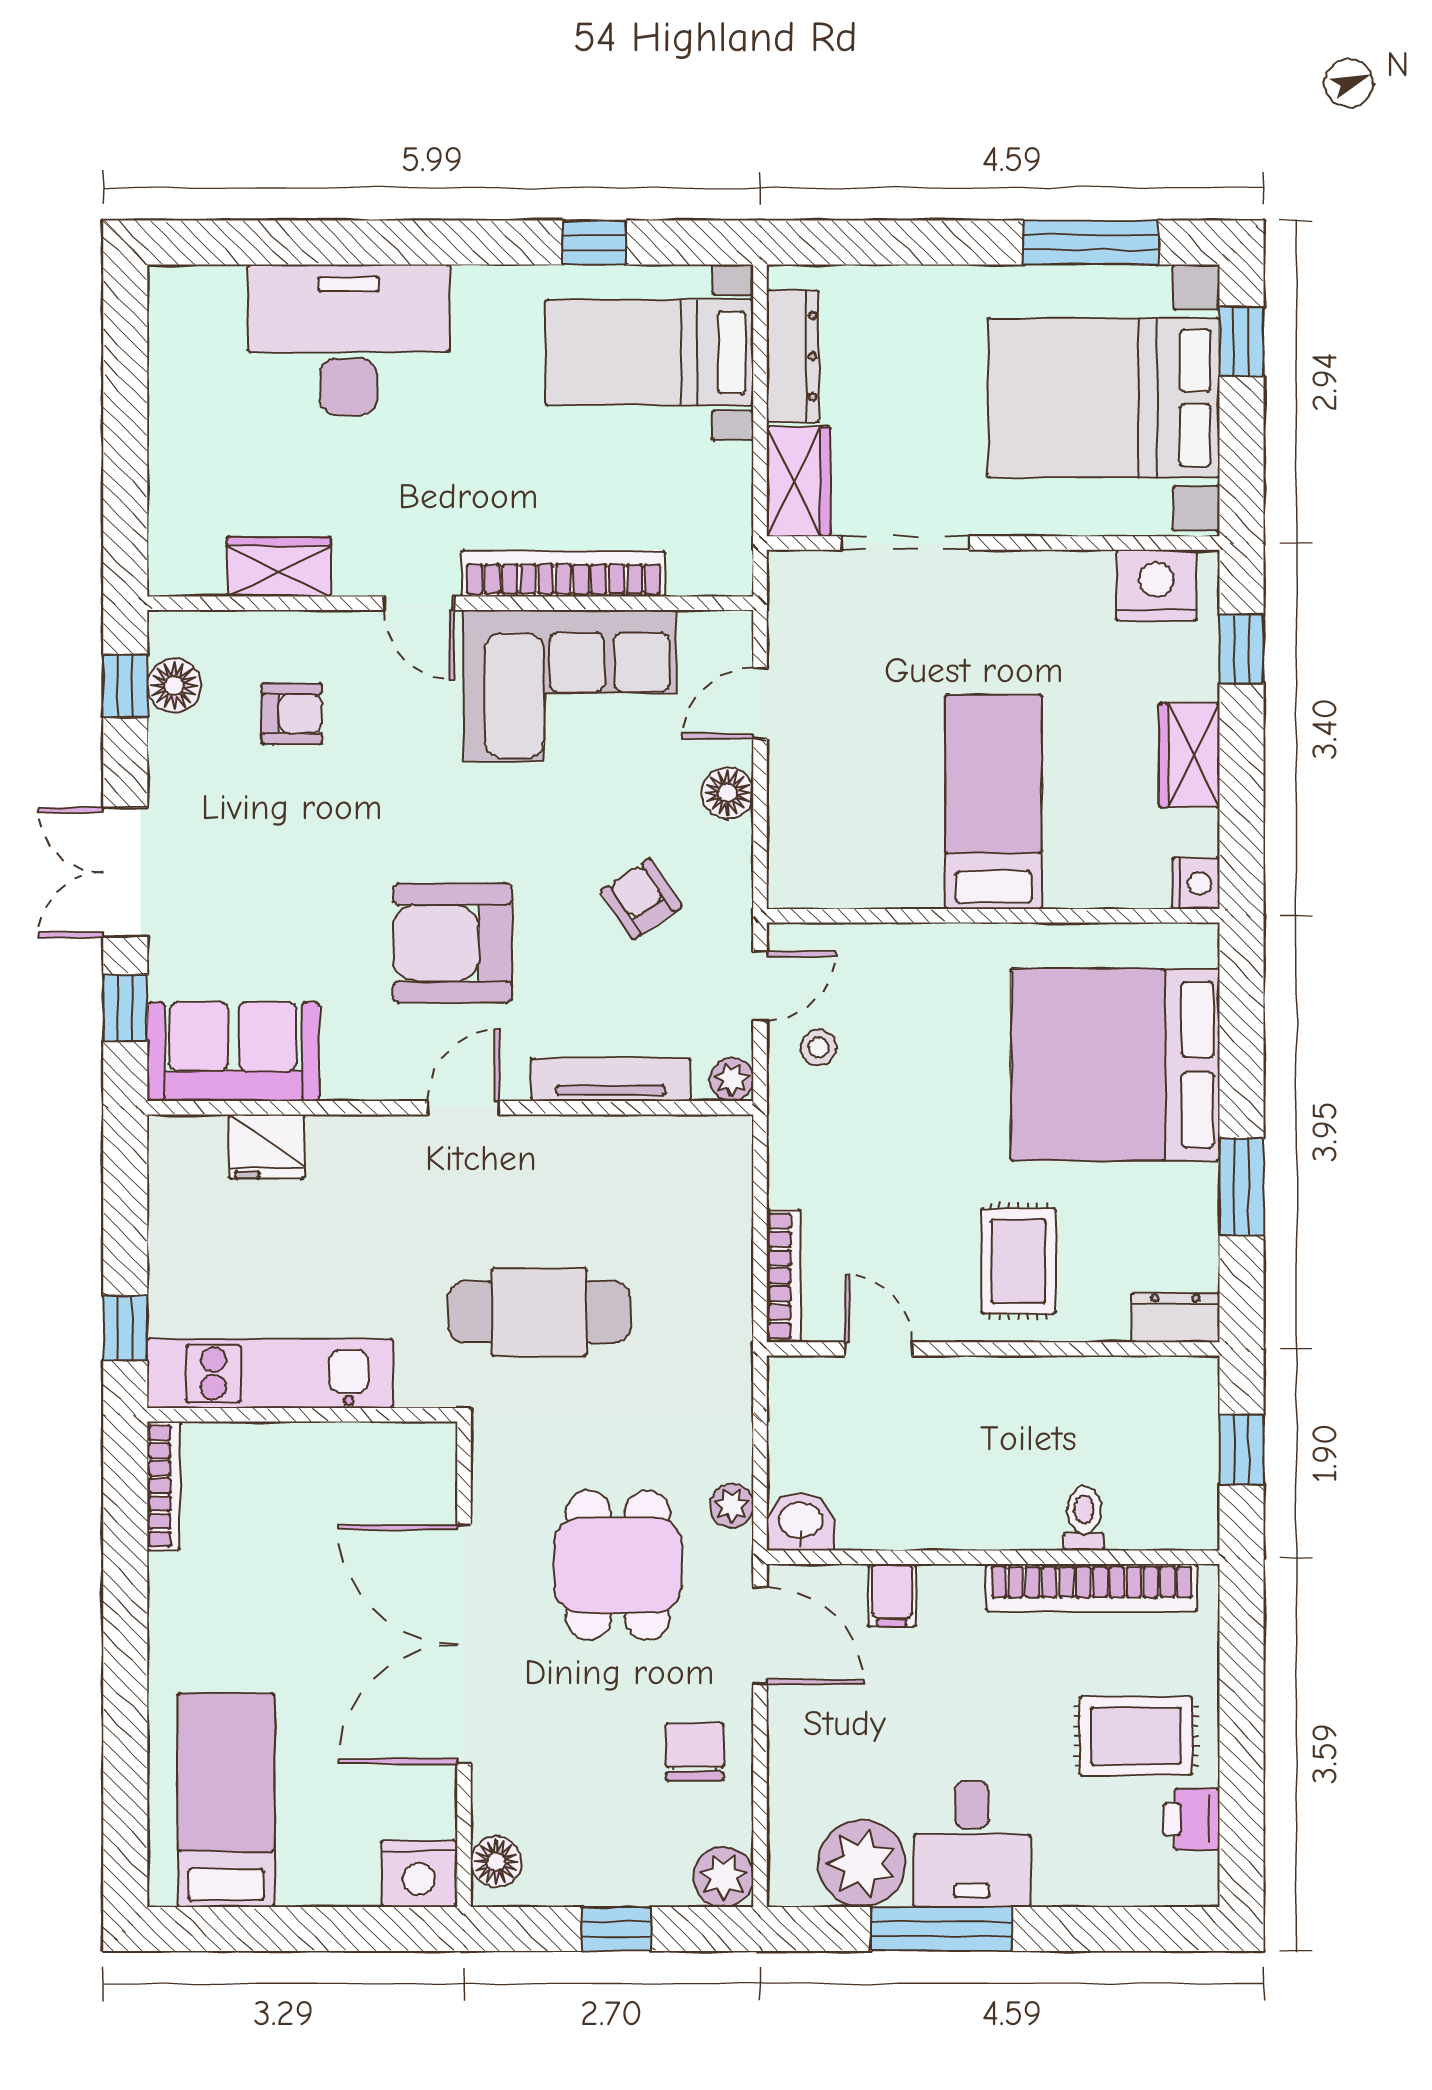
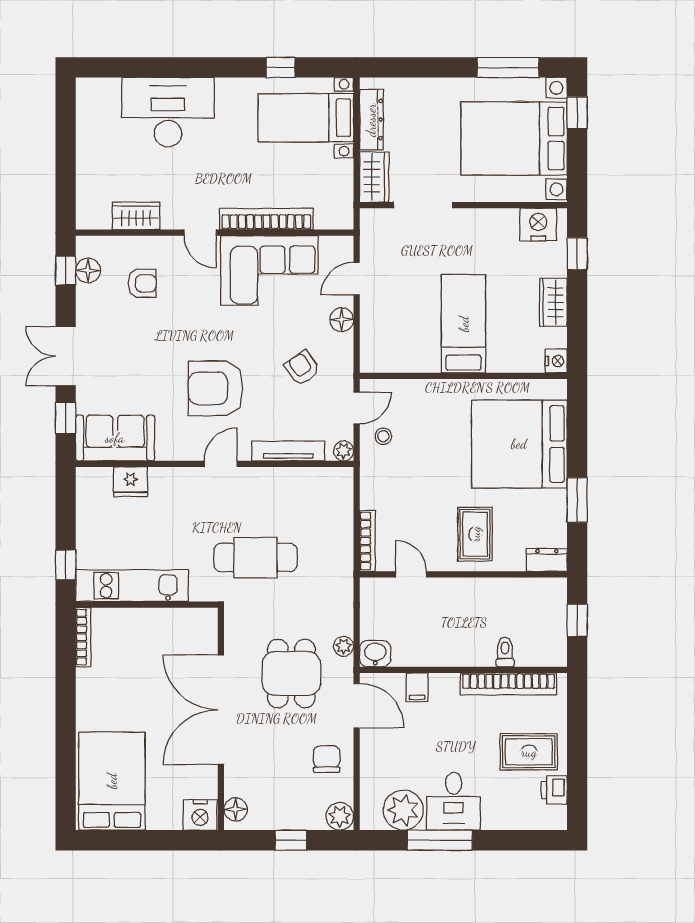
bed: (226, 1800) -> (112, 781), width x1.50

